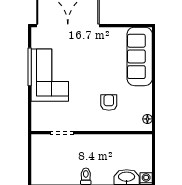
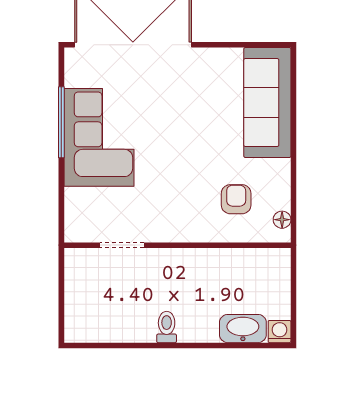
armchair: (109, 103) -> (236, 199), moved

